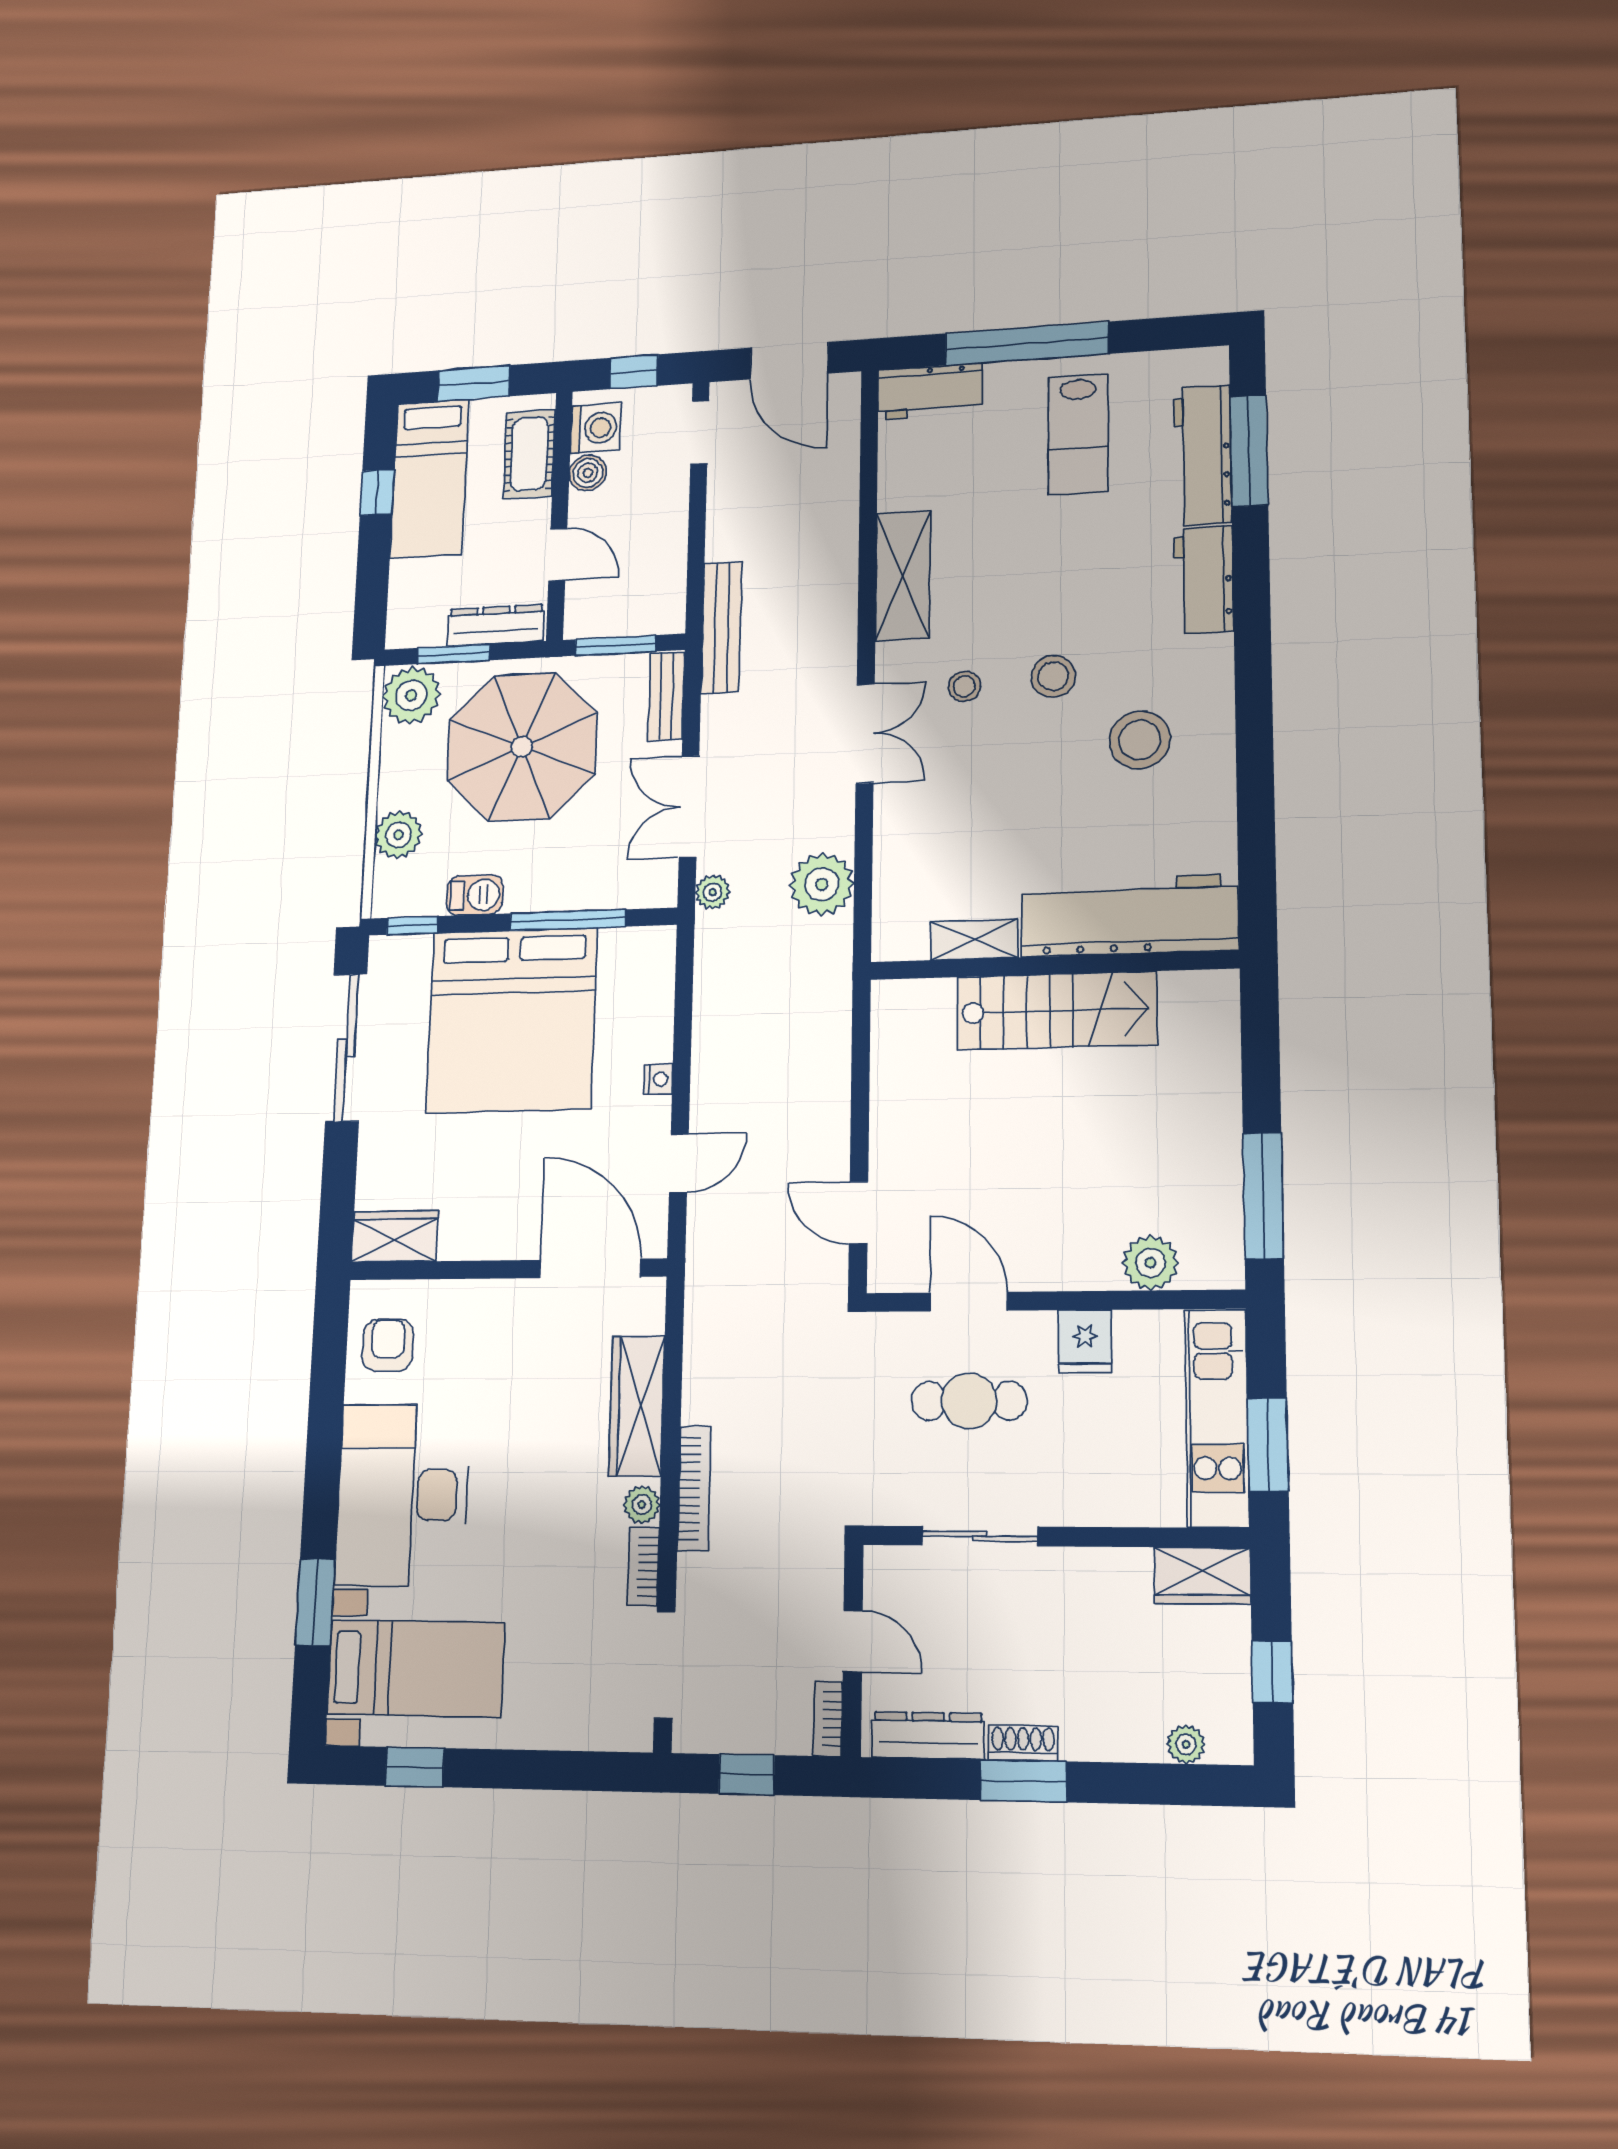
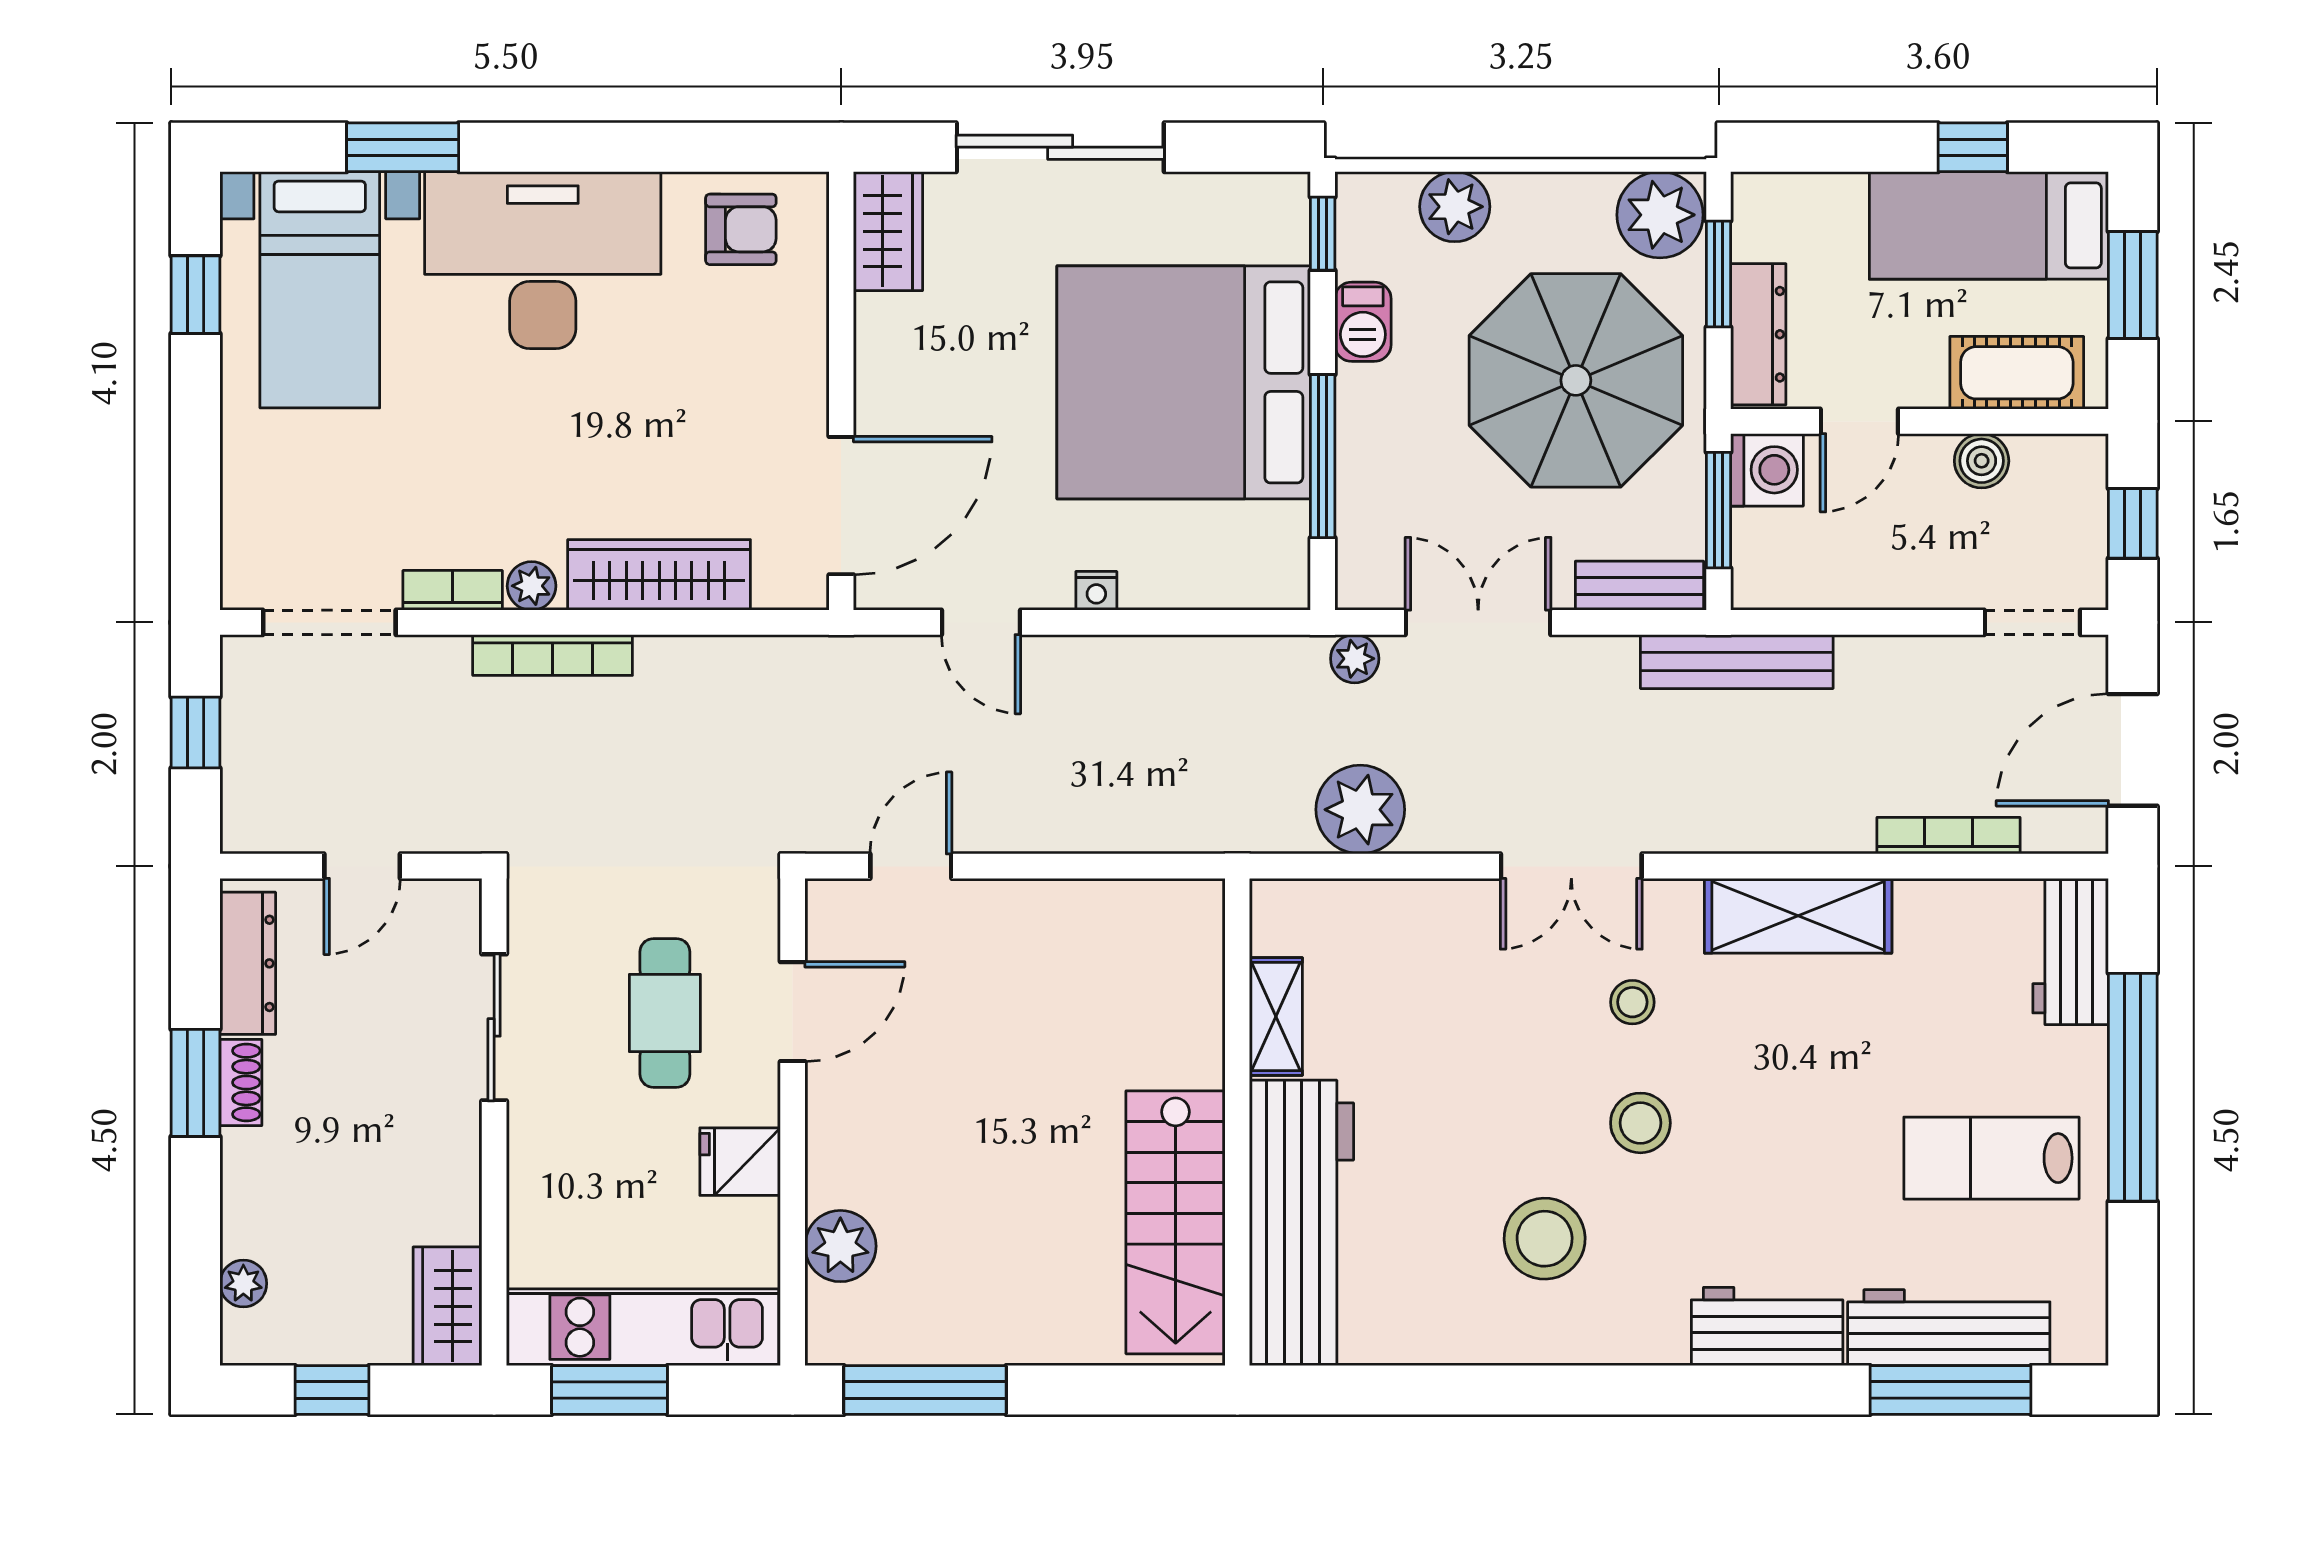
washing machine: (596, 428) -> (1767, 470), moved, turned -90
stairs: (1056, 1011) -> (1176, 1222), moved
sliding door: (346, 1048) -> (1060, 147), moved
bookcase: (828, 1719) -> (1948, 836), moved, width x1.56

